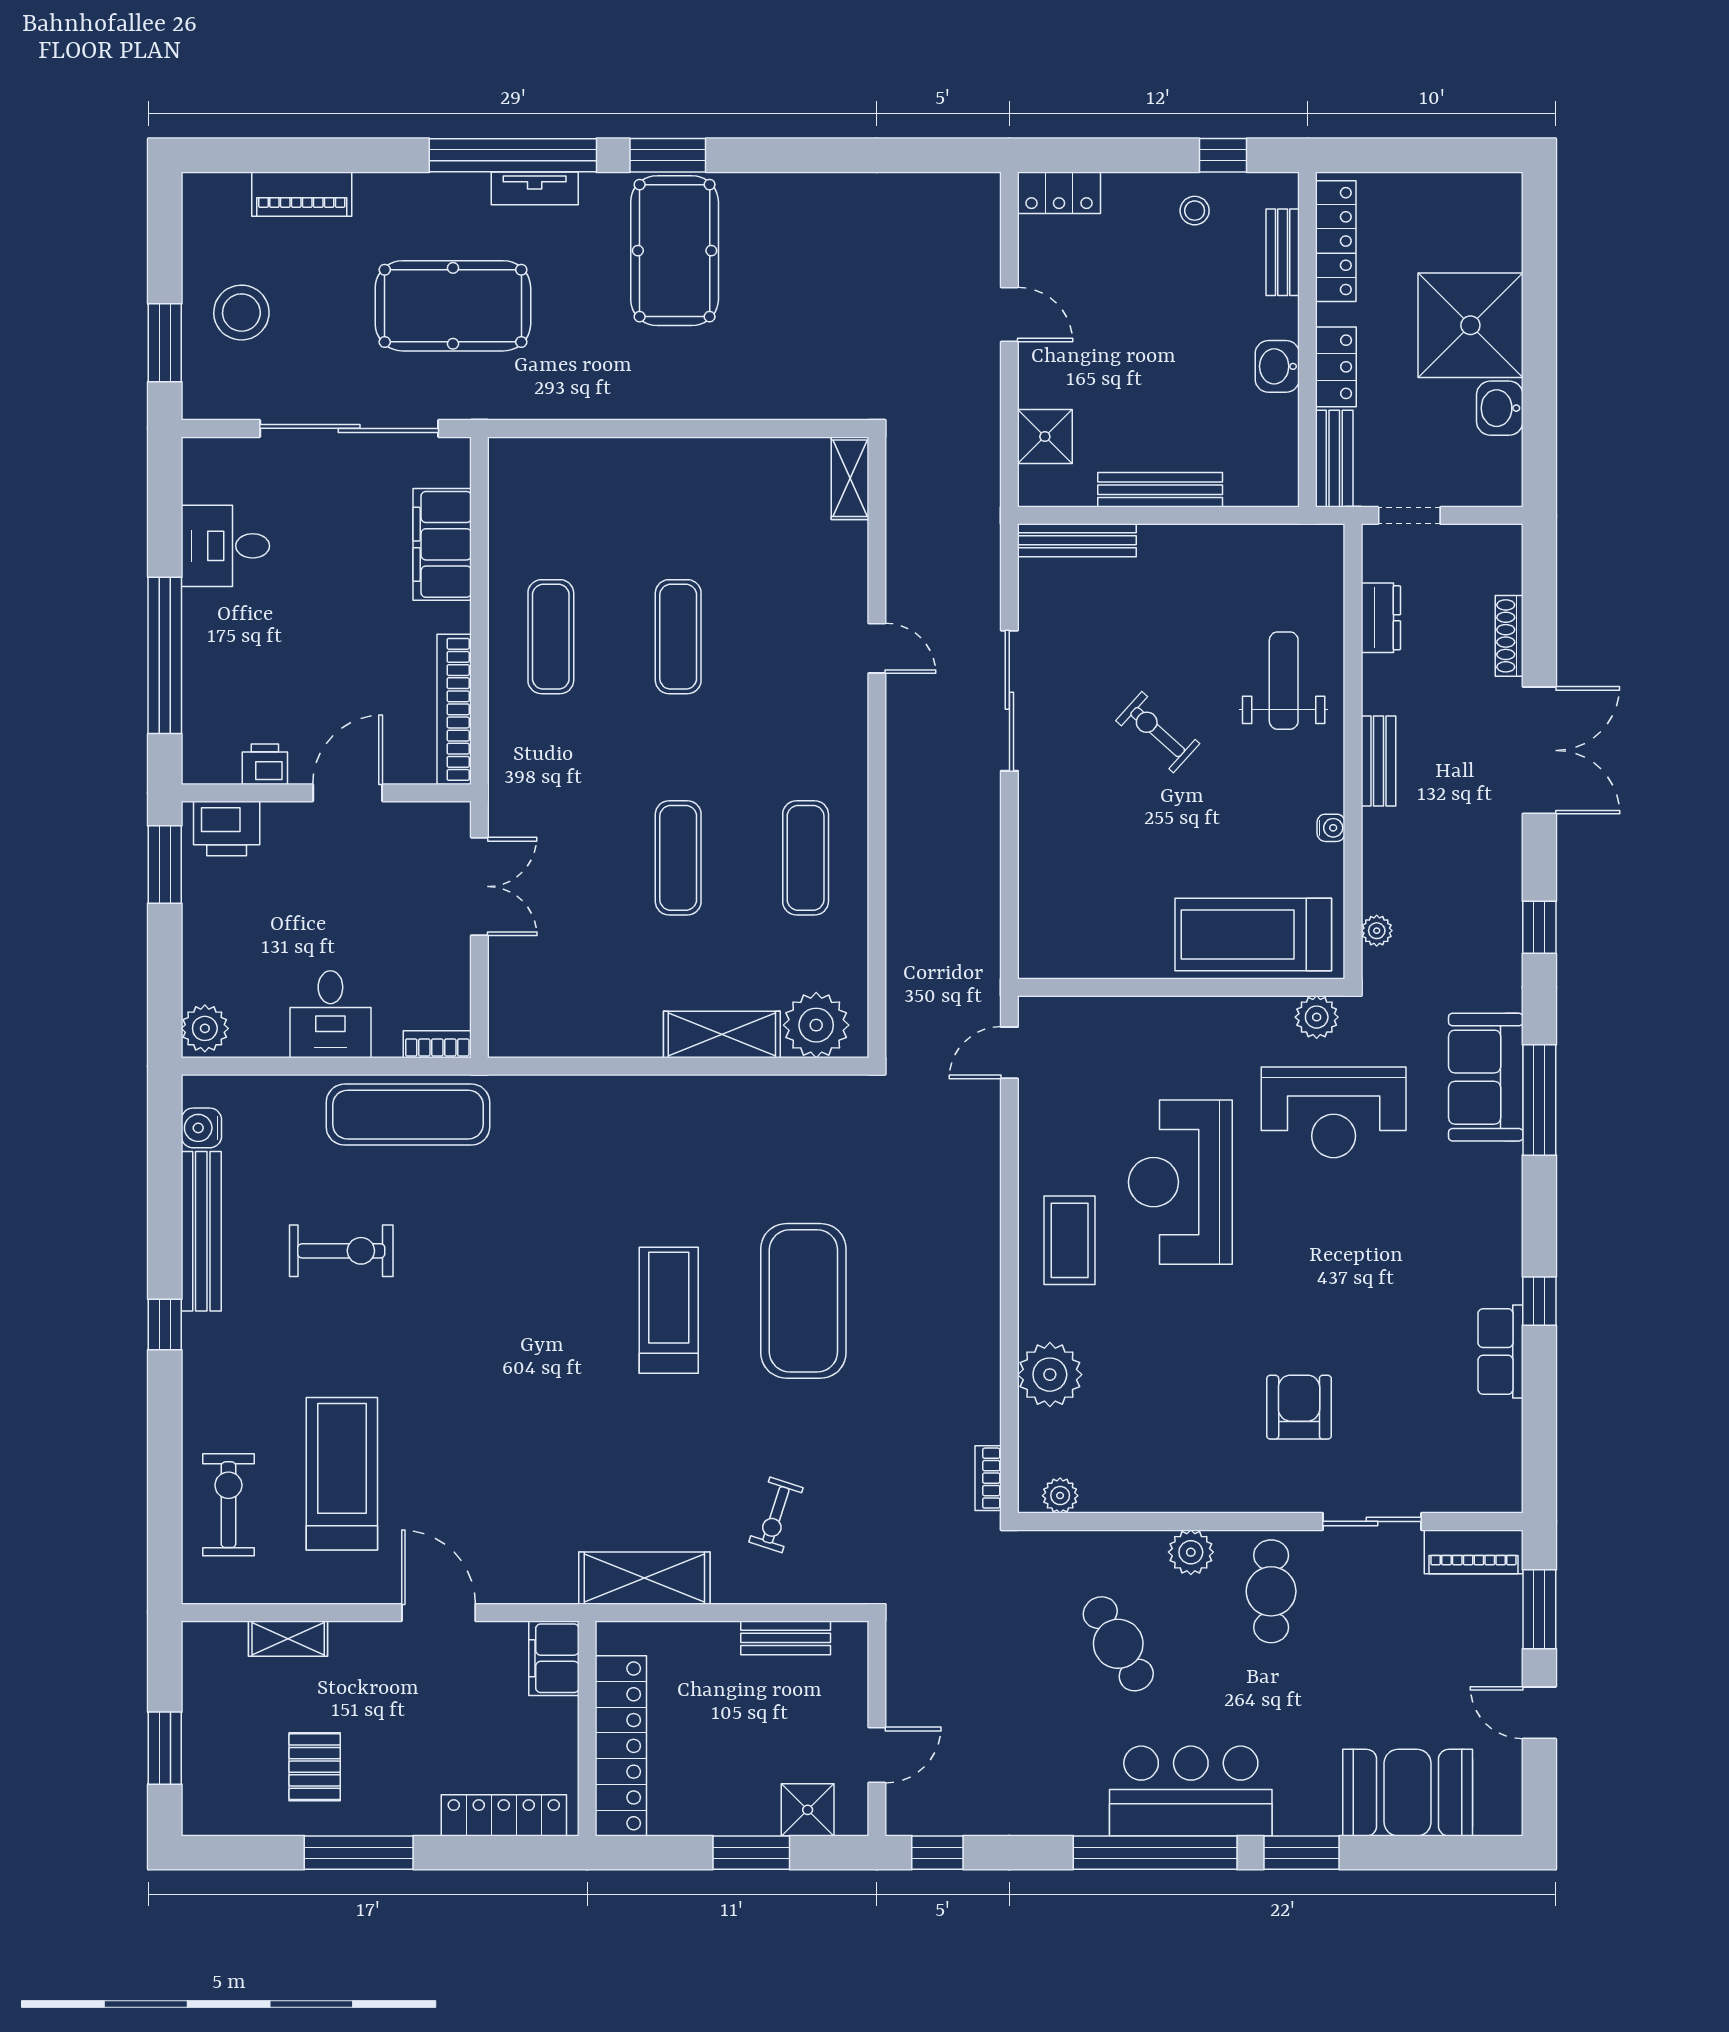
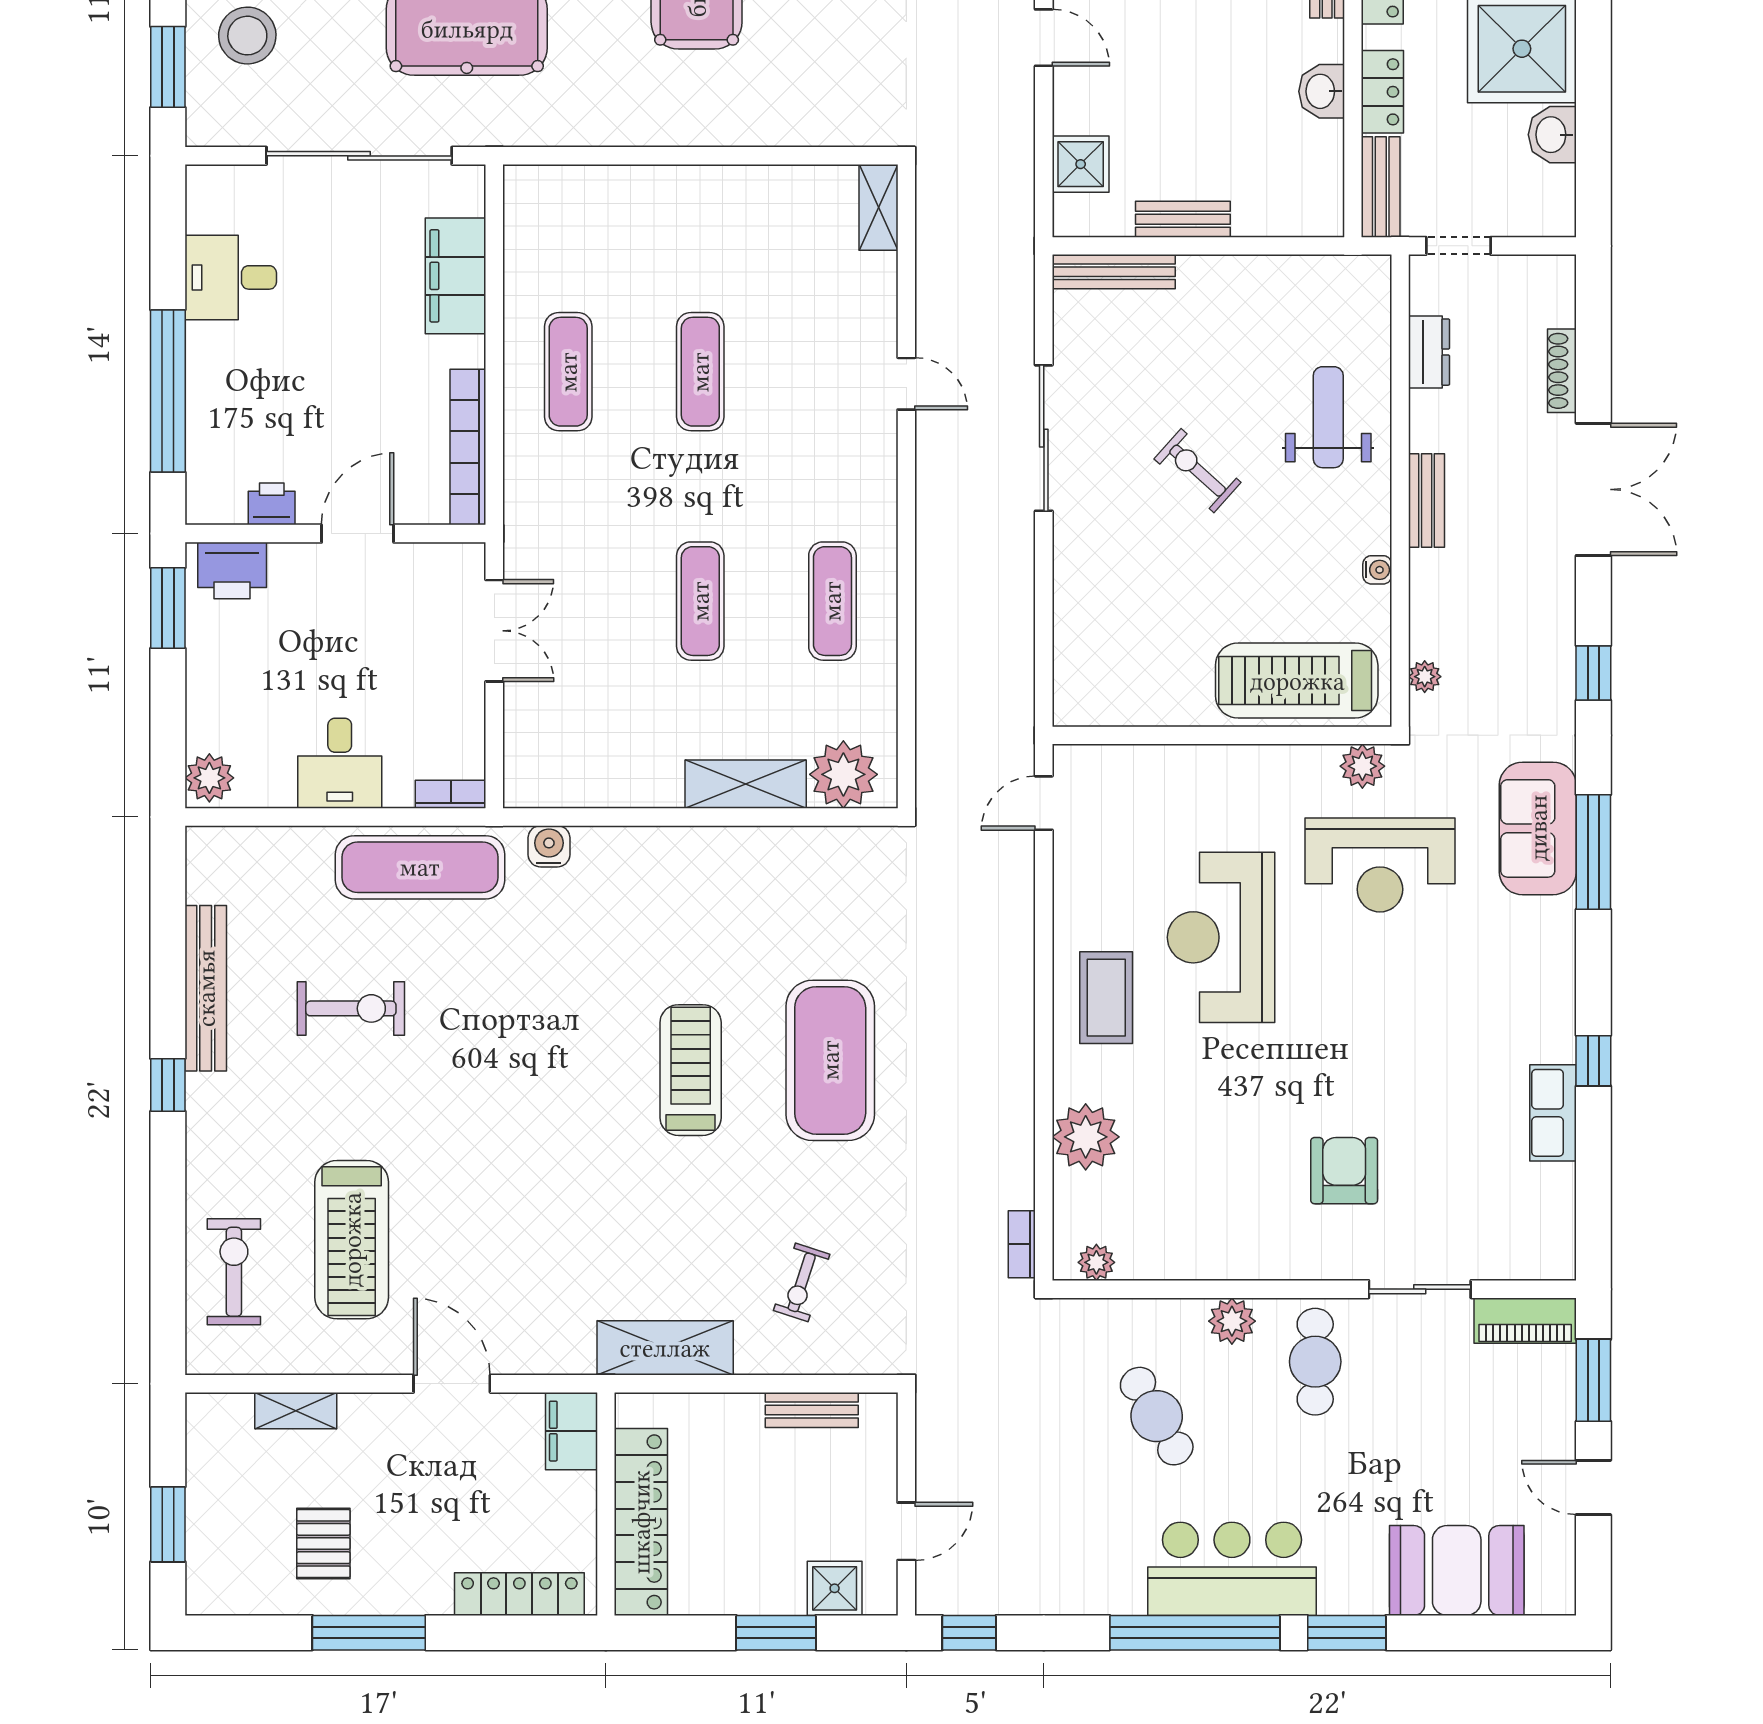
bench: (1160, 490) -> (1183, 219), width x0.73
water cooler: (201, 1128) -> (549, 846), moved, turned 90
treadmill: (342, 1474) -> (352, 1240), turned 180

